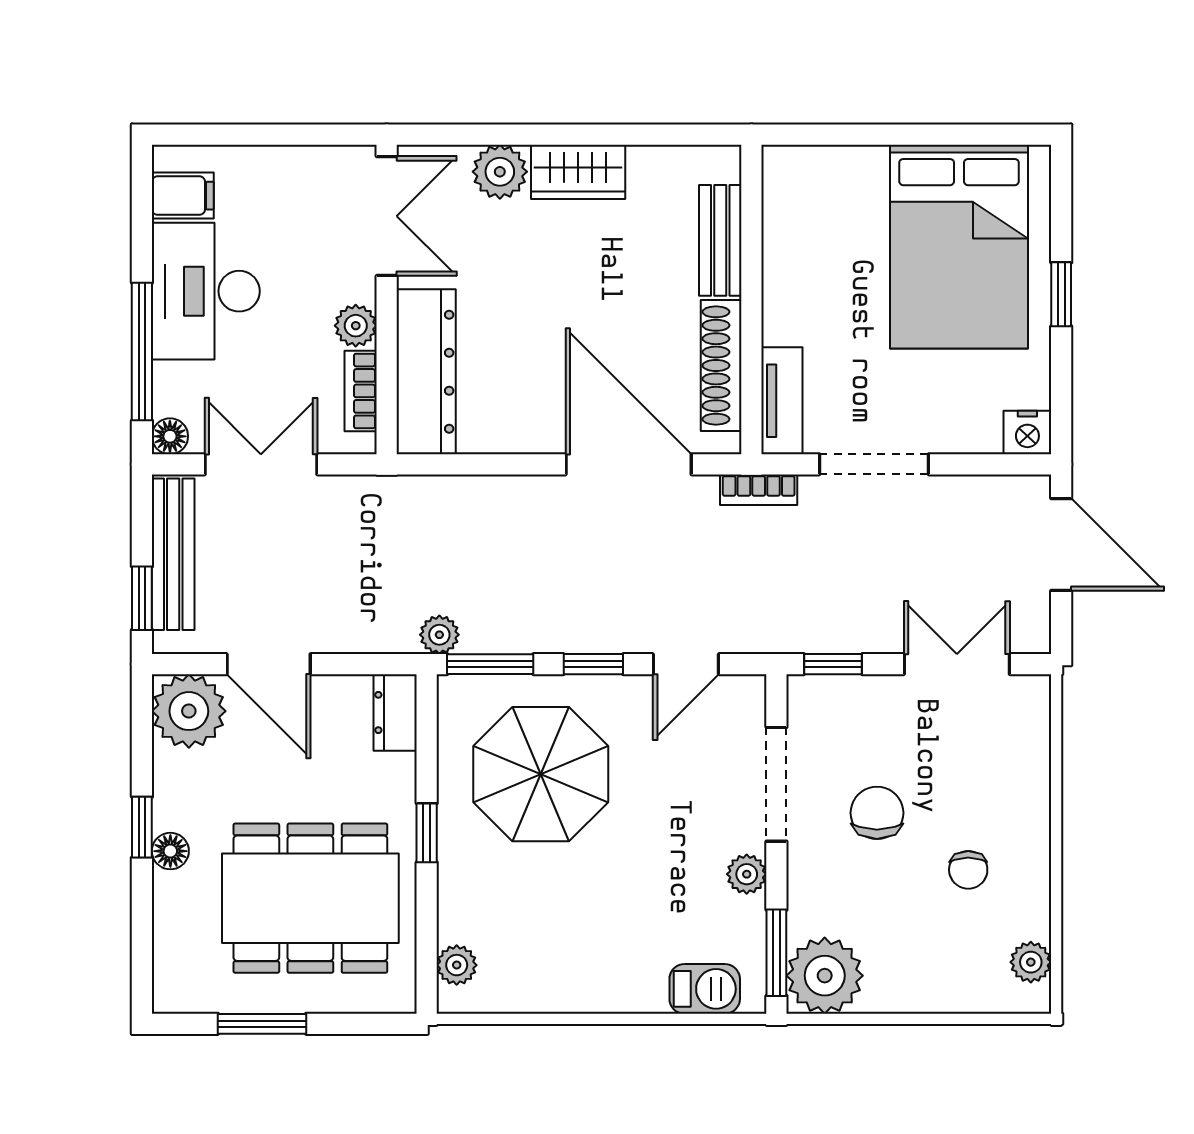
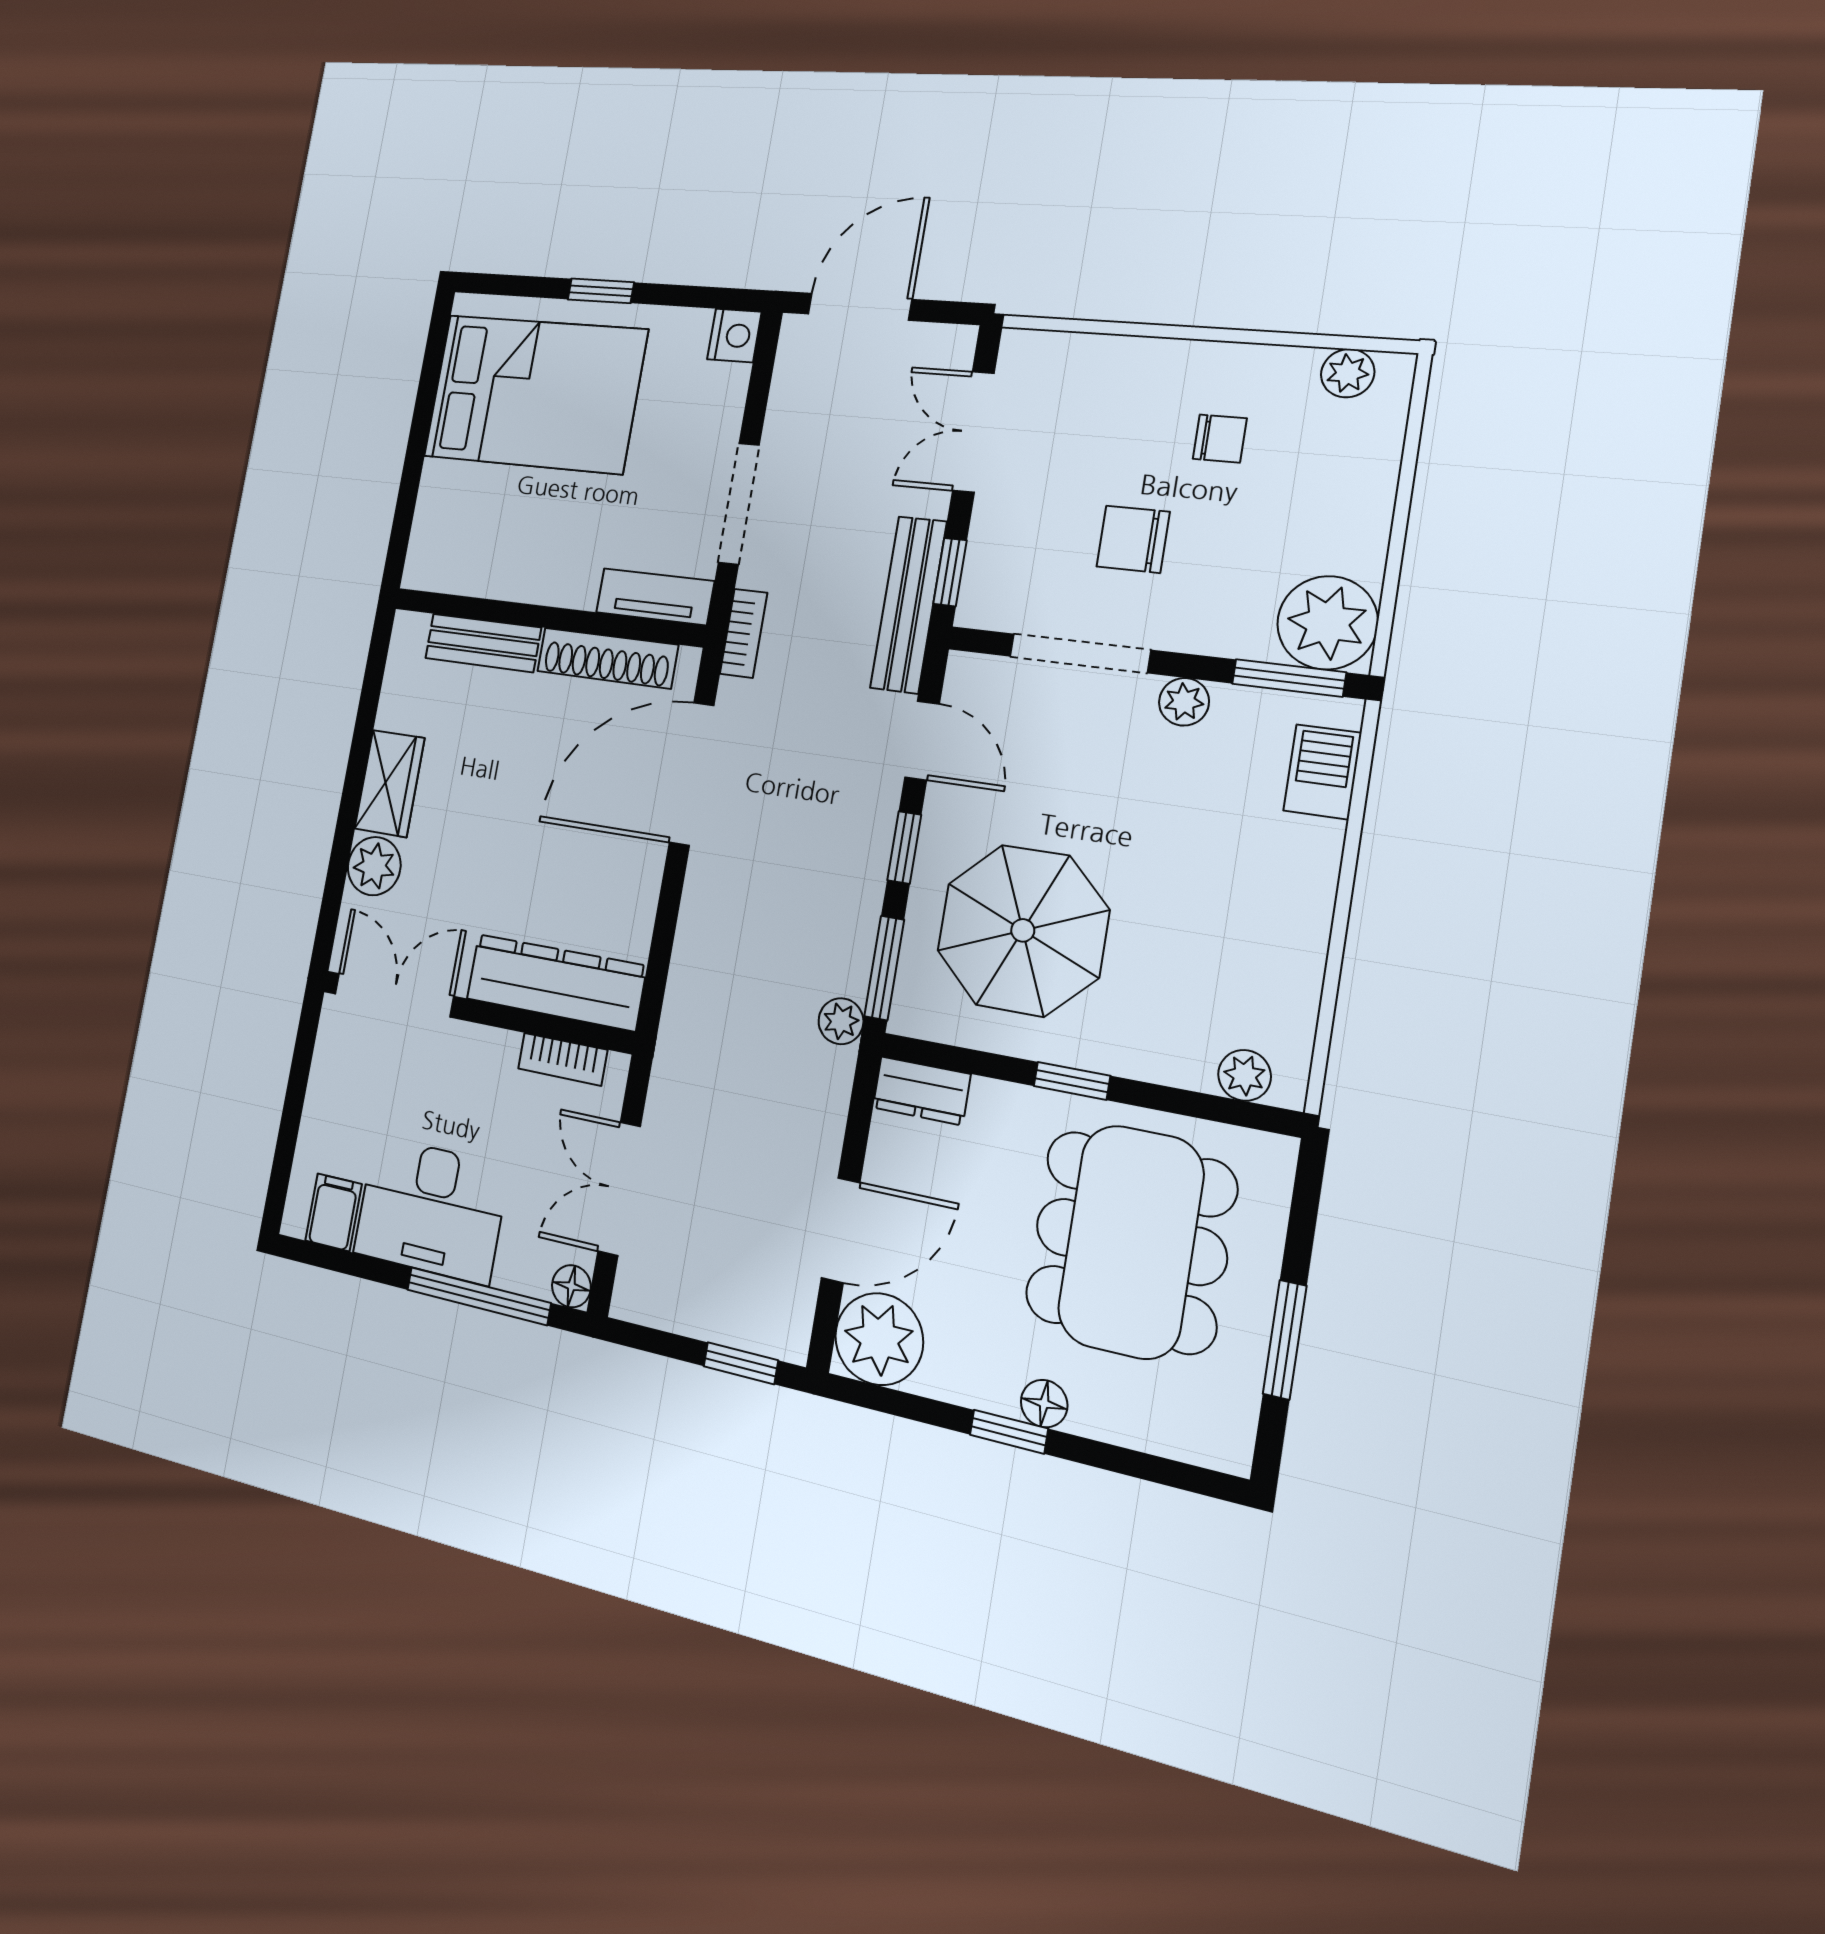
plant: (356, 326) -> (495, 1051), removed
bench: (173, 554) -> (909, 605), moved, turned 90

